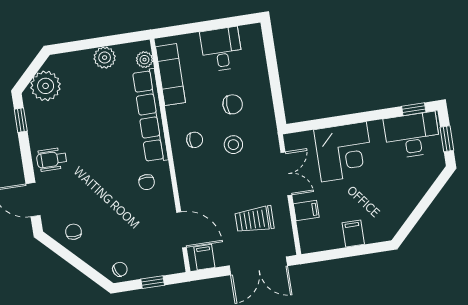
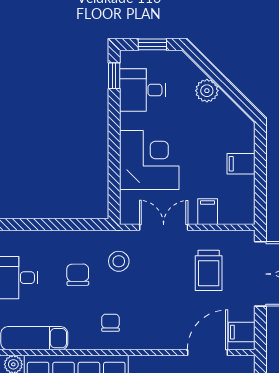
desk: (412, 135) -> (142, 90), width x0.73
stool: (233, 145) -> (119, 261), moved
plant: (413, 193) -> (207, 91), added

